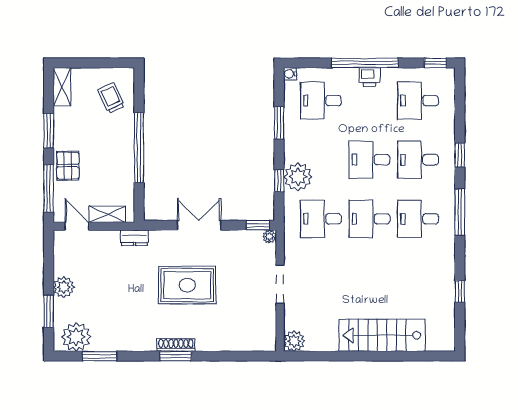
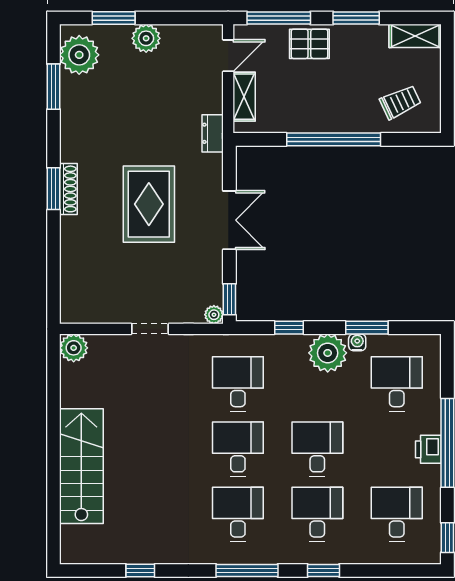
water cooler: (290, 74) -> (357, 342), moved
plant: (298, 177) -> (328, 353), moved
doorway: (280, 284) -> (150, 329), width x0.73

